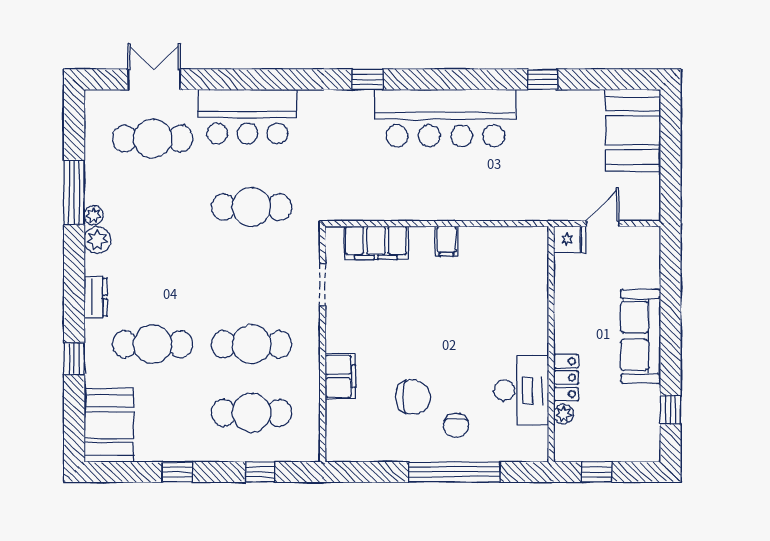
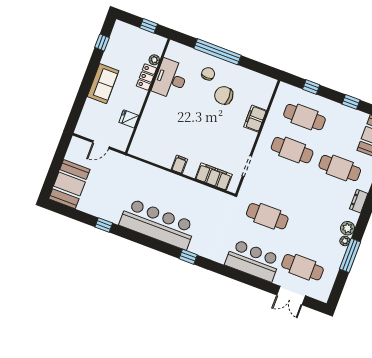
fridge: (569, 239) -> (129, 119), moved
sofa: (641, 336) -> (103, 84), width x0.73

